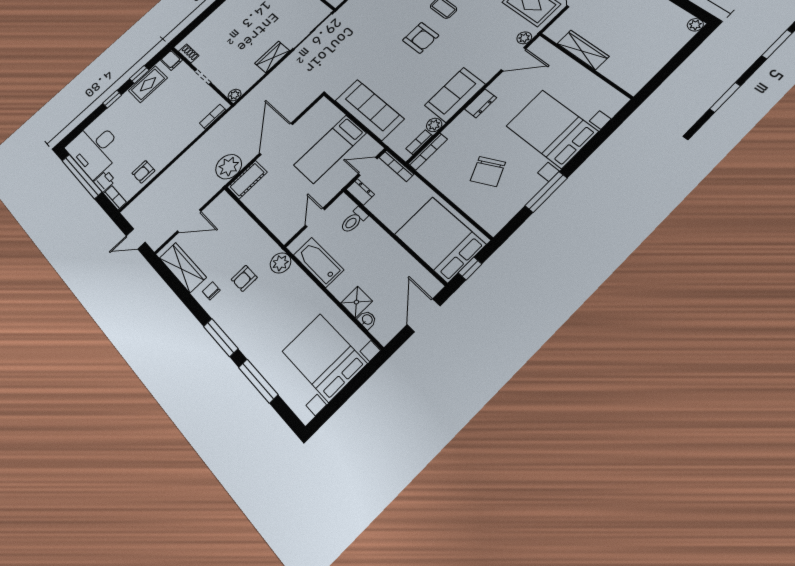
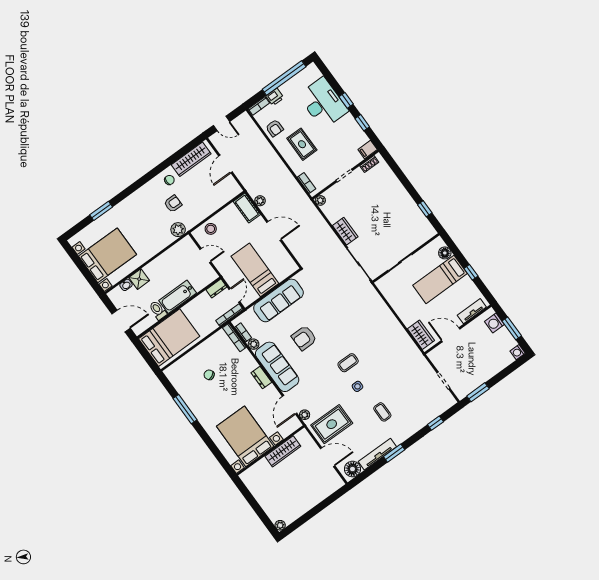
armchair: (421, 38) -> (304, 338), moved
rug: (148, 84) -> (302, 144), moved
sofa: (455, 95) -> (277, 367), width x1.36
bed with nightstands: (552, 129) -> (245, 436), moved, turned -90
door: (276, 139) -> (274, 231), width x0.73
desk: (95, 149) -> (323, 103), moved, turned 90
plant: (229, 167) -> (260, 201), width x0.53, depth x0.53
chair: (488, 171) -> (209, 375), width x0.54, depth x0.54
armchair: (143, 172) -> (274, 128), turned 180
stool: (277, 219) -> (211, 229), added
toilet: (354, 220) -> (158, 310), moved
door: (136, 239) -> (222, 123), swing flipped
bathtub: (319, 262) -> (178, 297), moved, turned 180
window: (470, 268) -> (145, 354), removed
armchair: (244, 278) -> (173, 204), turned 90
window: (221, 337) -> (135, 186), removed
window: (258, 381) -> (101, 211), width x0.69

